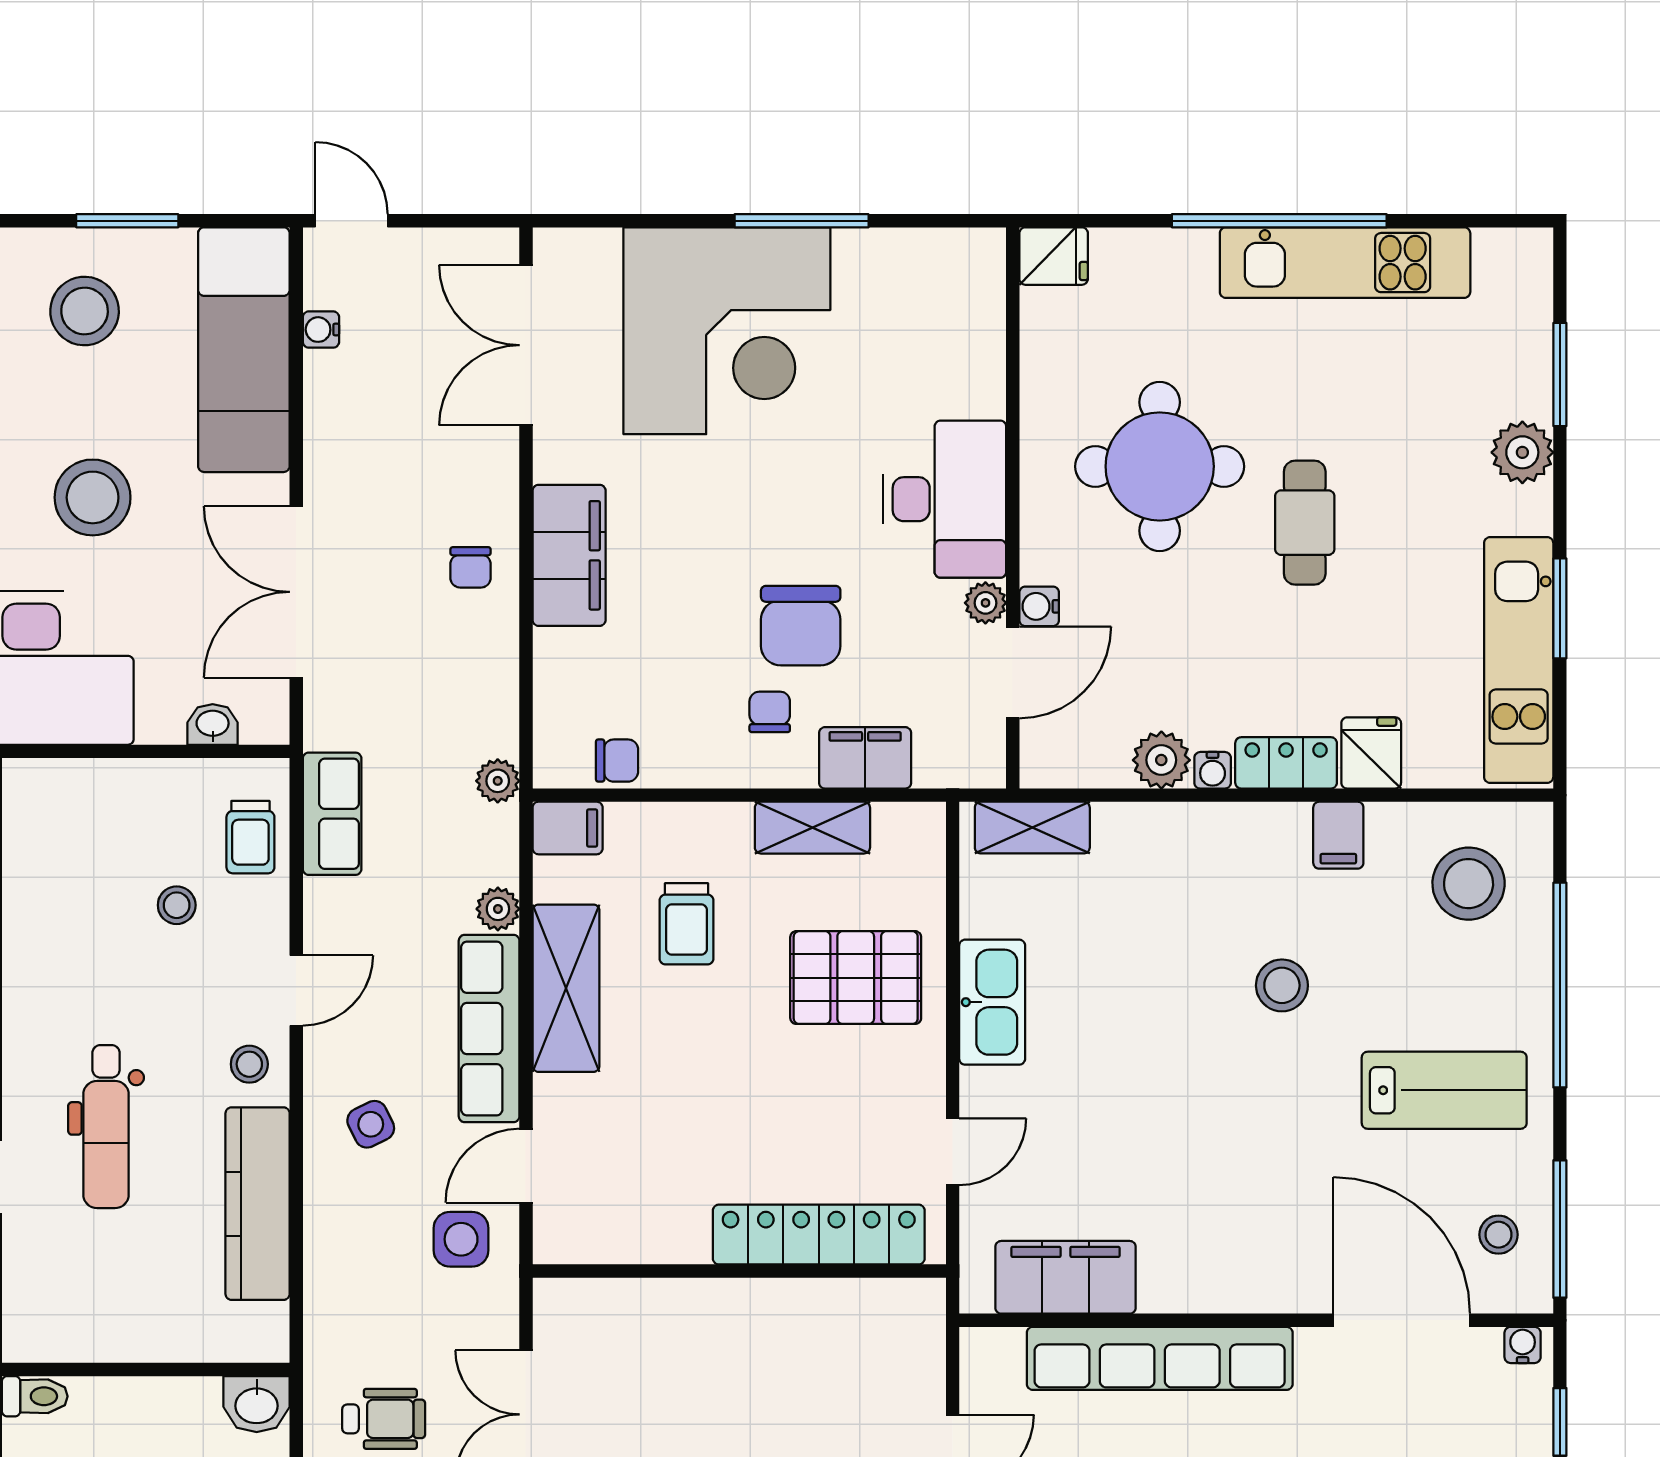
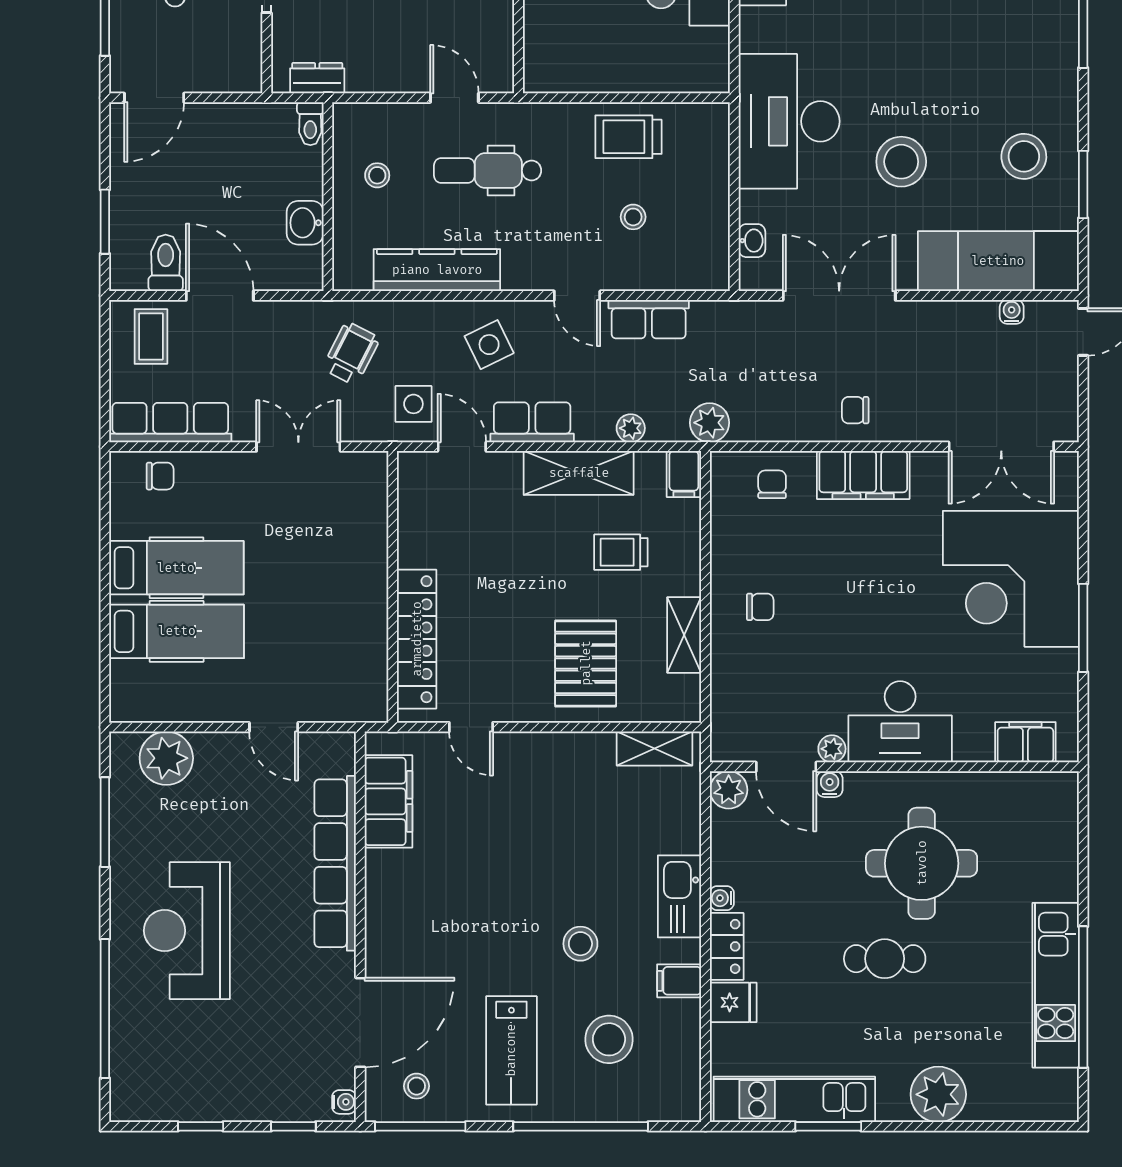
window: (1279, 221) -> (1083, 997), moved
fridge: (1054, 256) -> (1060, 794), removed
double door: (526, 345) -> (1001, 447), swing flipped
window: (1560, 375) -> (982, 1126), removed
plant: (1522, 452) -> (938, 1094), width x1.36, depth x1.36
chair: (801, 626) -> (817, 627), removed
filing cabinet: (865, 758) -> (1025, 742), moved, turned -90
plant: (1161, 760) -> (729, 790), moved
chair: (617, 761) -> (772, 484), moved, turned 180
plant: (498, 781) -> (710, 423), width x1.38, depth x1.38
row of seats: (332, 814) -> (649, 319), moved
shelving: (1032, 828) -> (654, 749), moved, turned 90
trolley: (250, 837) -> (629, 137), moved, width x1.36, depth x1.39
stool: (1469, 884) -> (609, 1039), moved
kitchen sink: (992, 1002) -> (680, 896), moved, turned 90
row of seats: (489, 1029) -> (532, 422), width x0.68
stool: (249, 1064) -> (377, 175), moved
side table: (371, 1124) -> (489, 345), width x1.37, depth x1.37
washbasin: (257, 1404) -> (305, 223), moved
wheelchair: (384, 1419) -> (351, 353), moved, turned -153

